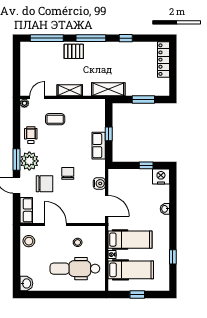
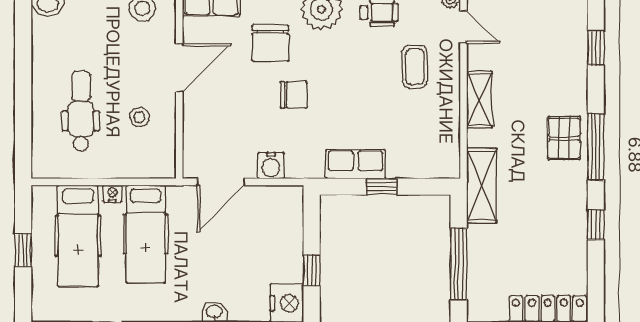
window: (47, 38) -> (596, 48), width x0.46
pallet: (74, 51) -> (564, 138), moved
window: (143, 99) -> (459, 264), width x1.44
dental chair: (75, 269) -> (81, 111), width x0.73, depth x0.72

